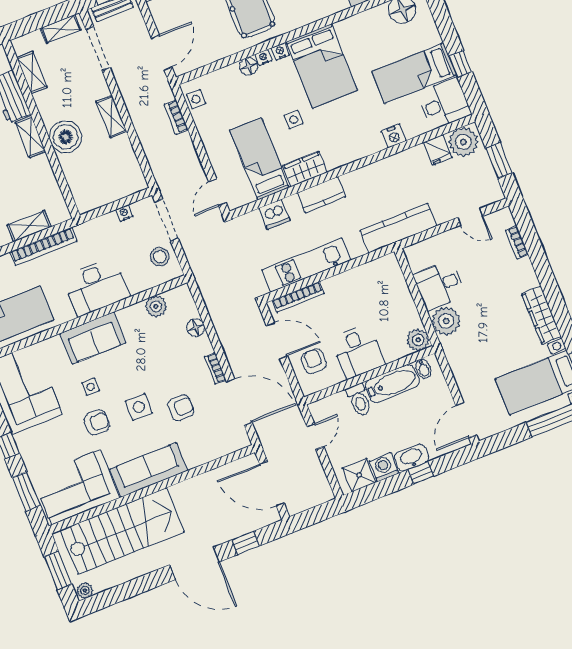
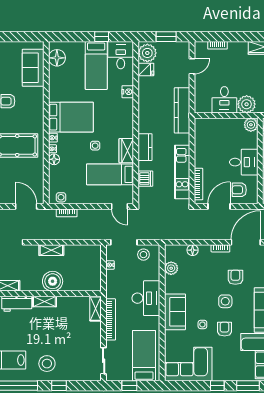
shelving: (29, 226) -> (96, 309), moved

